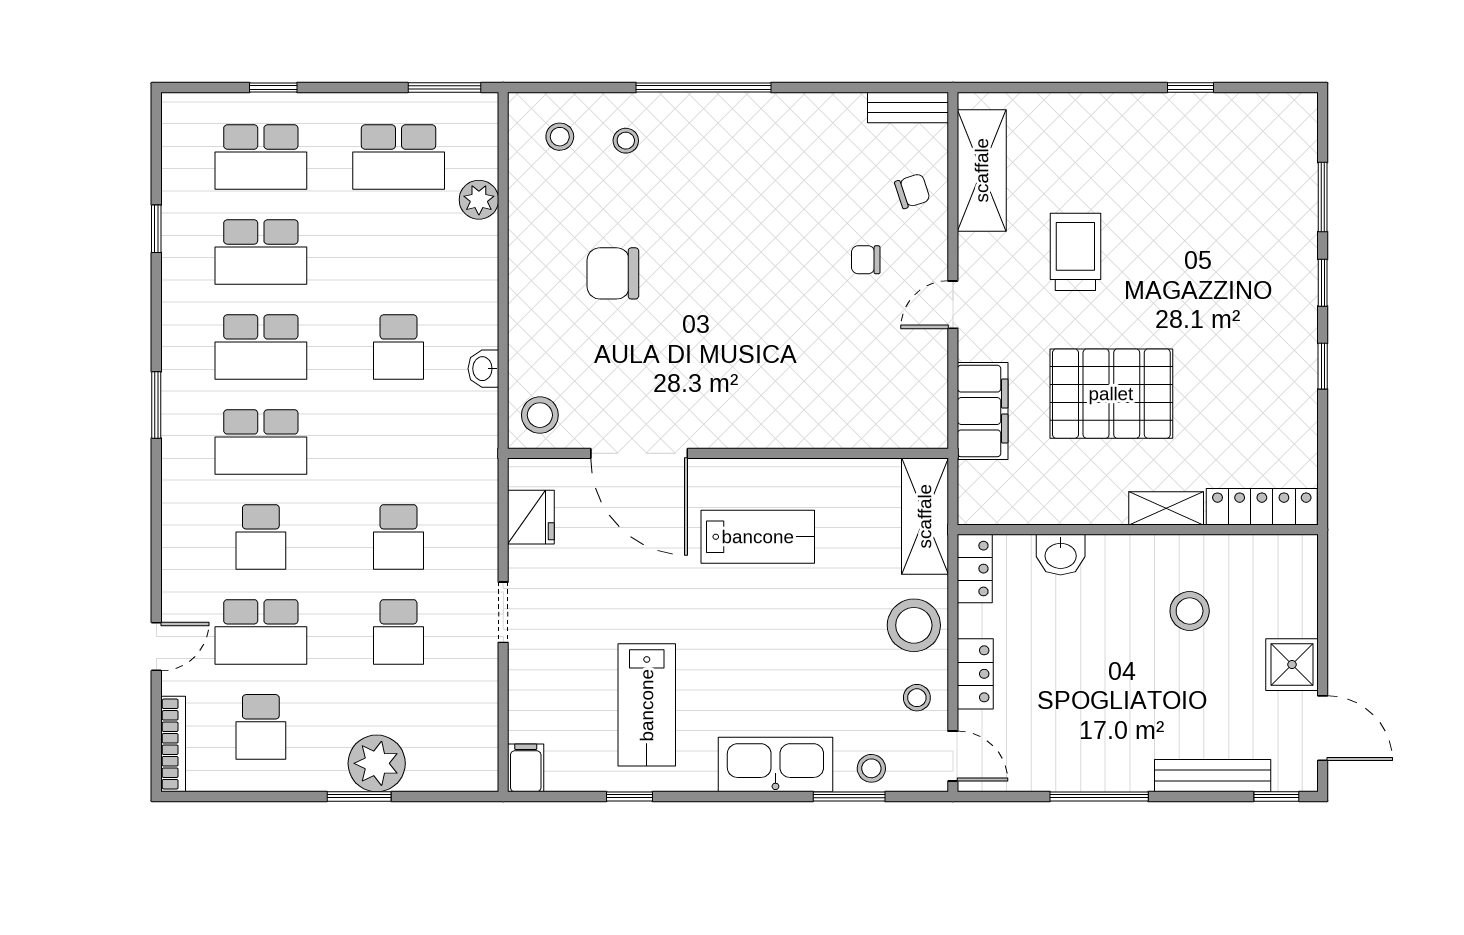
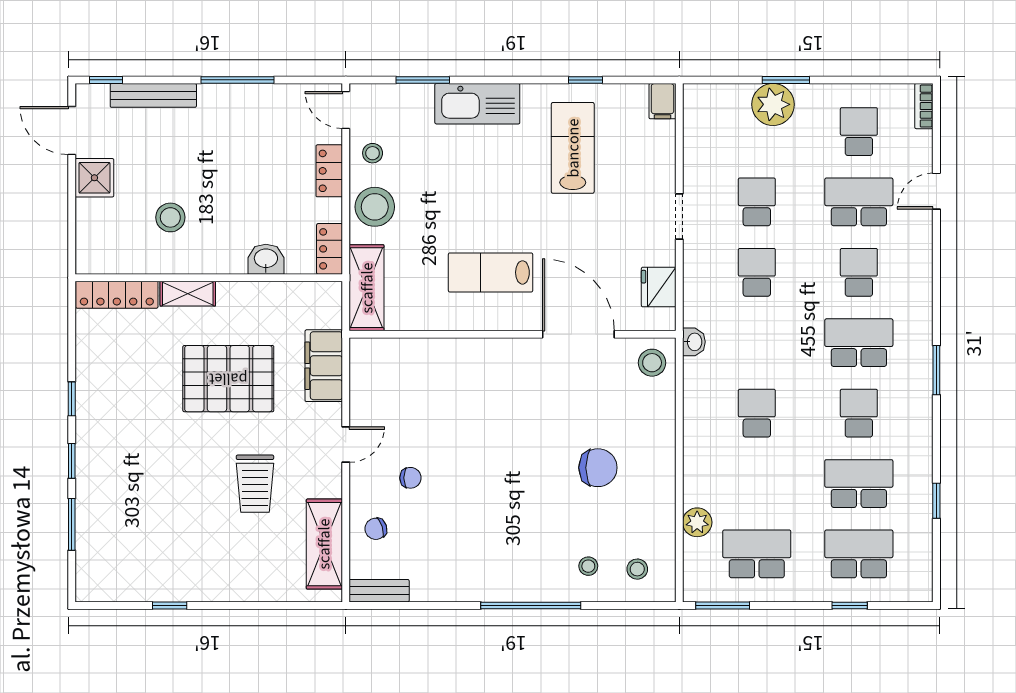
school desk: (261, 347) -> (859, 413), width x0.54
washbasin: (483, 369) -> (694, 342), moved
bookcase: (173, 744) -> (924, 106), width x0.64
stool: (871, 768) -> (406, 101), removed

